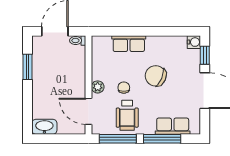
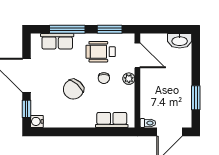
row of seats: (129, 44) -> (112, 120), moved
chair: (156, 76) -> (73, 89), turned 109
wheelchair: (127, 115) -> (101, 52), turned -90
window: (118, 139) -> (110, 29), width x0.69

